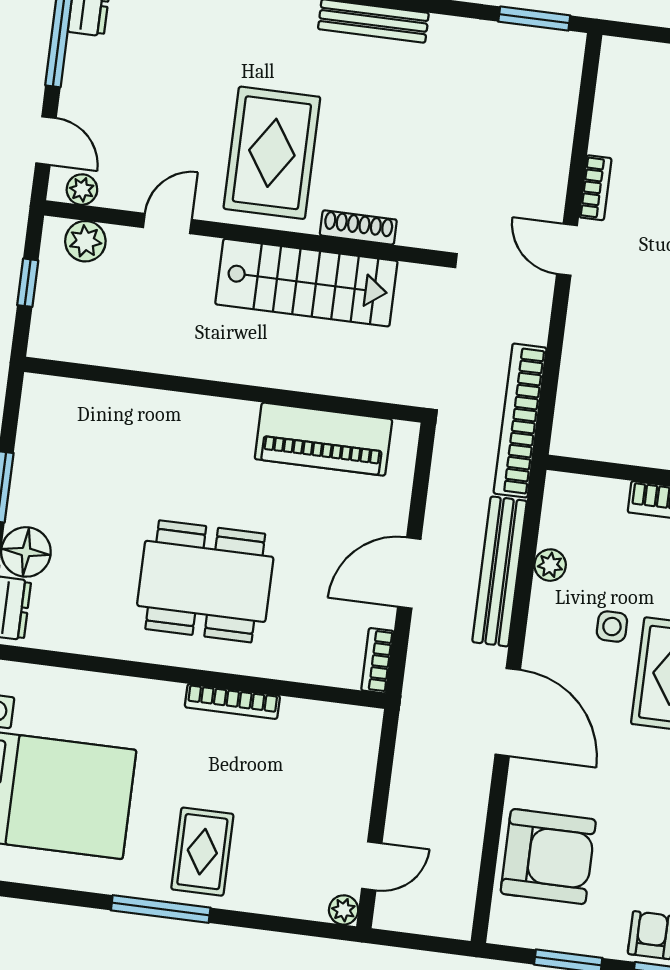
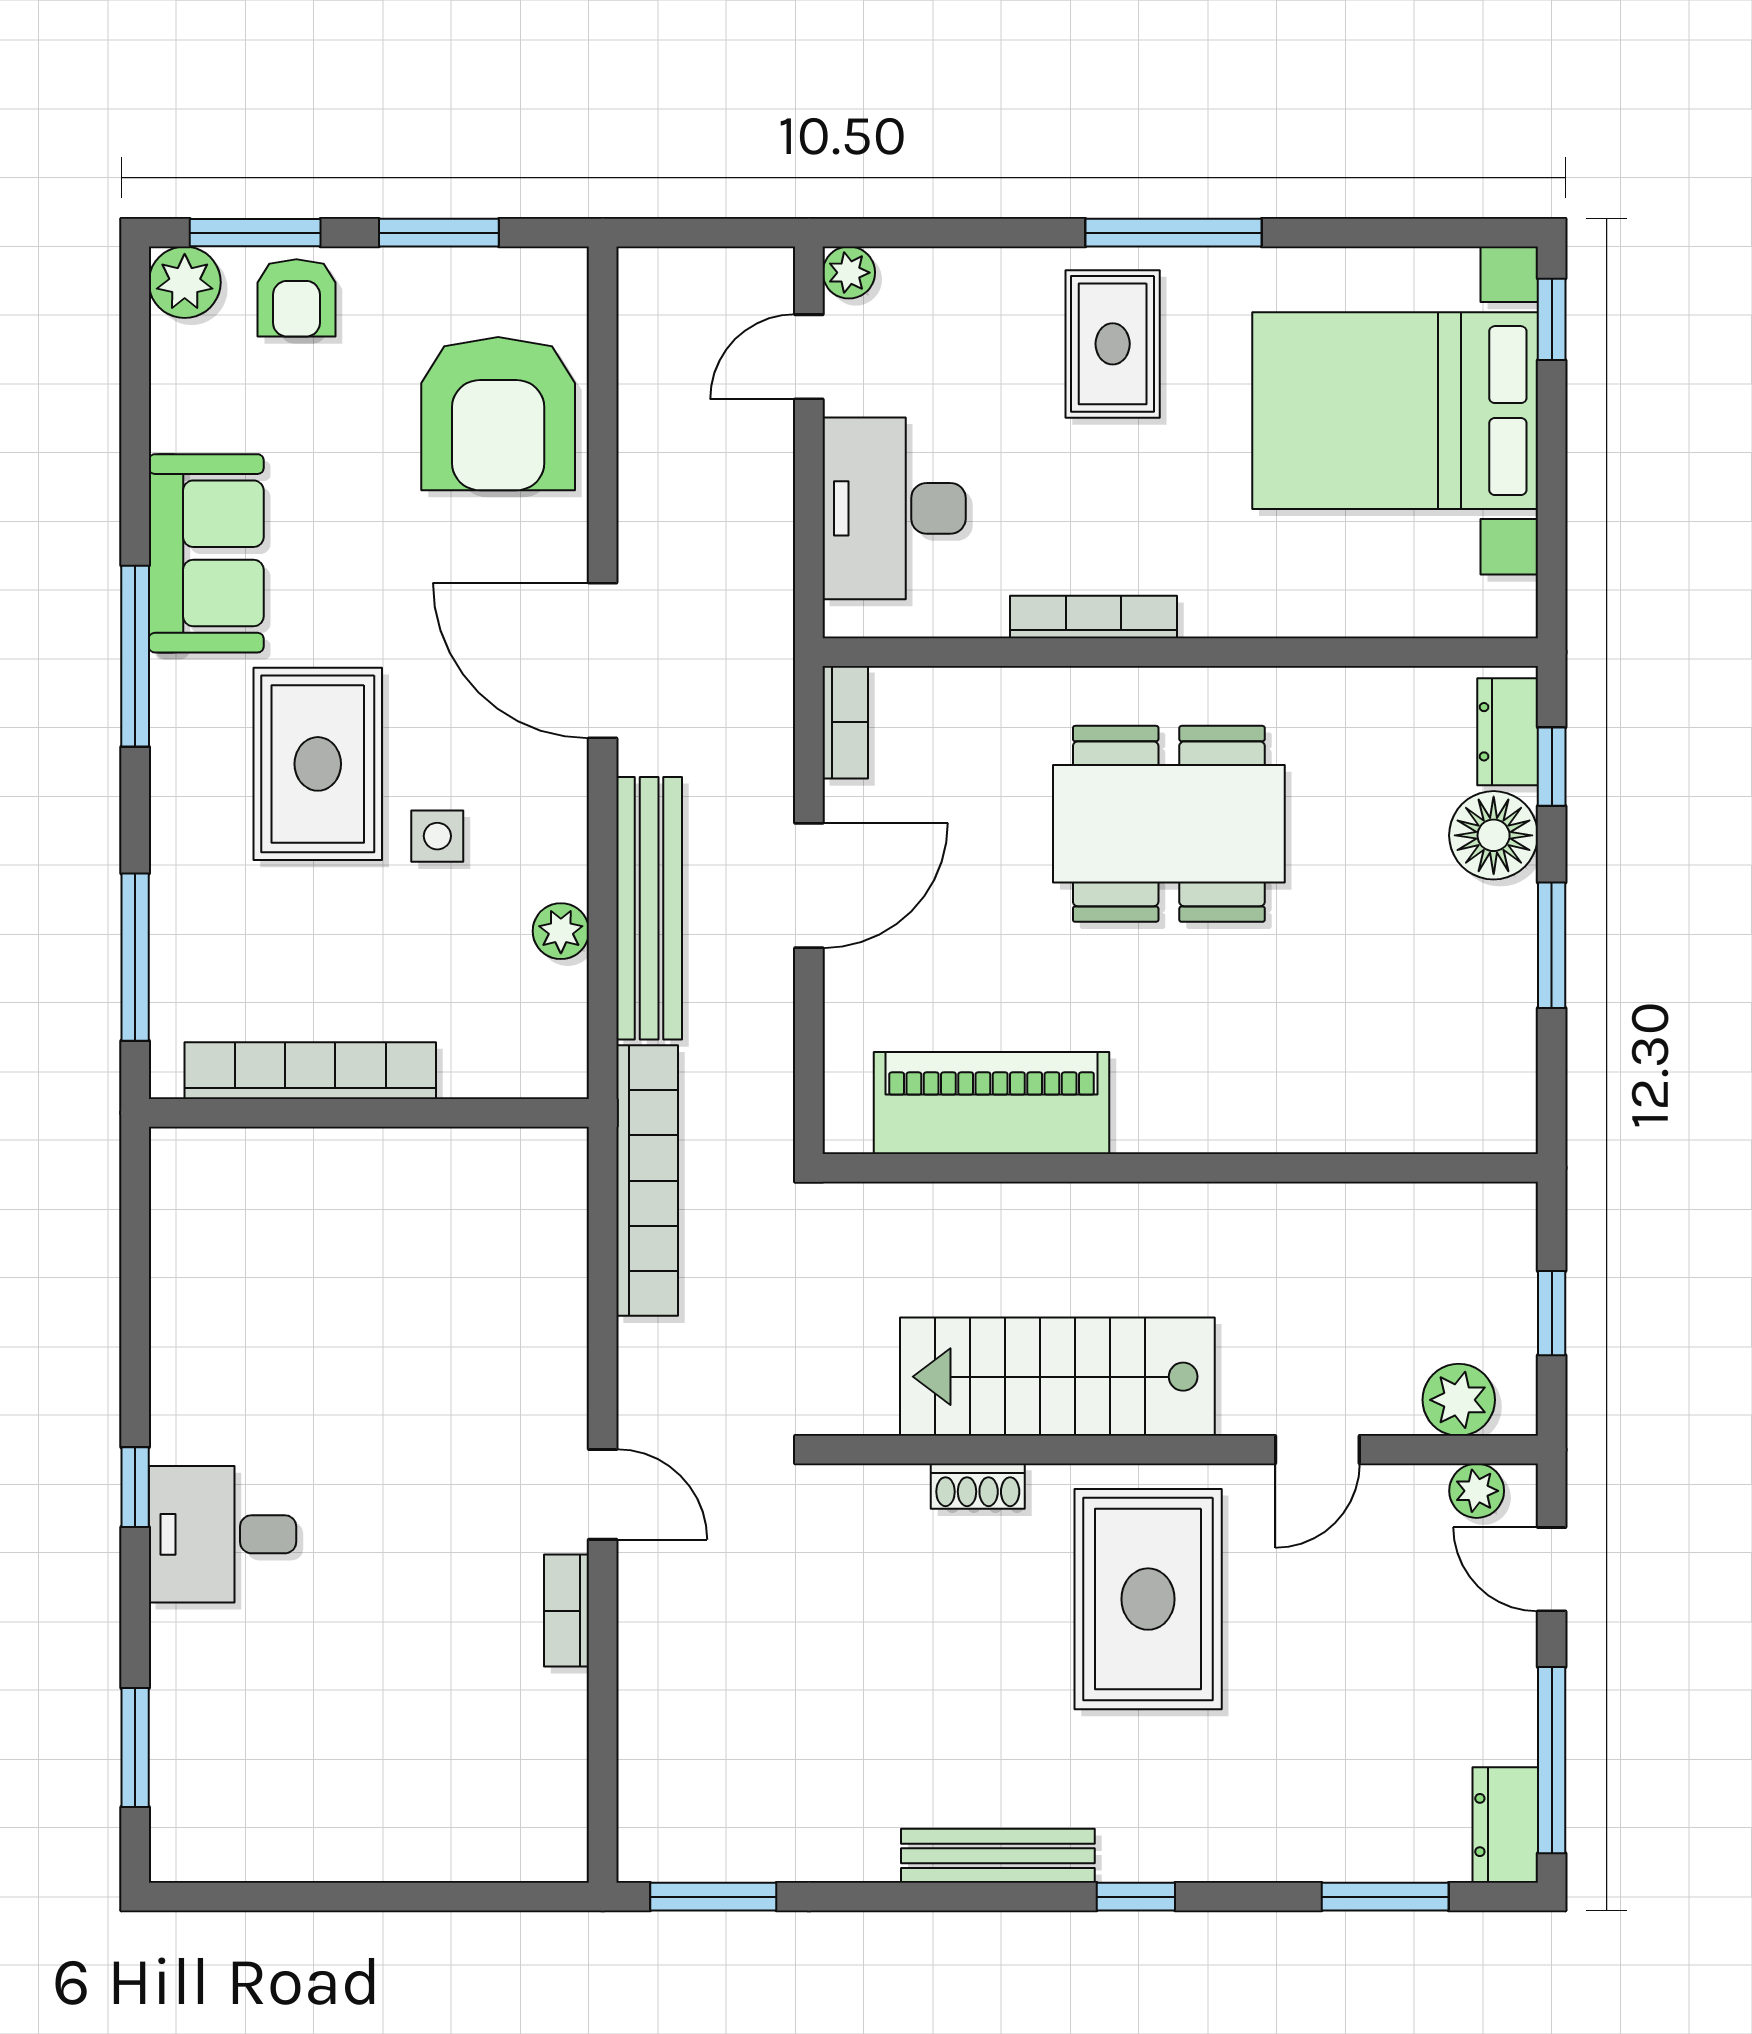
shoe rack: (358, 227) -> (978, 1486), width x0.70
desk: (335, 776) -> (894, 508), added
armchair: (548, 857) -> (498, 414), turned -90

